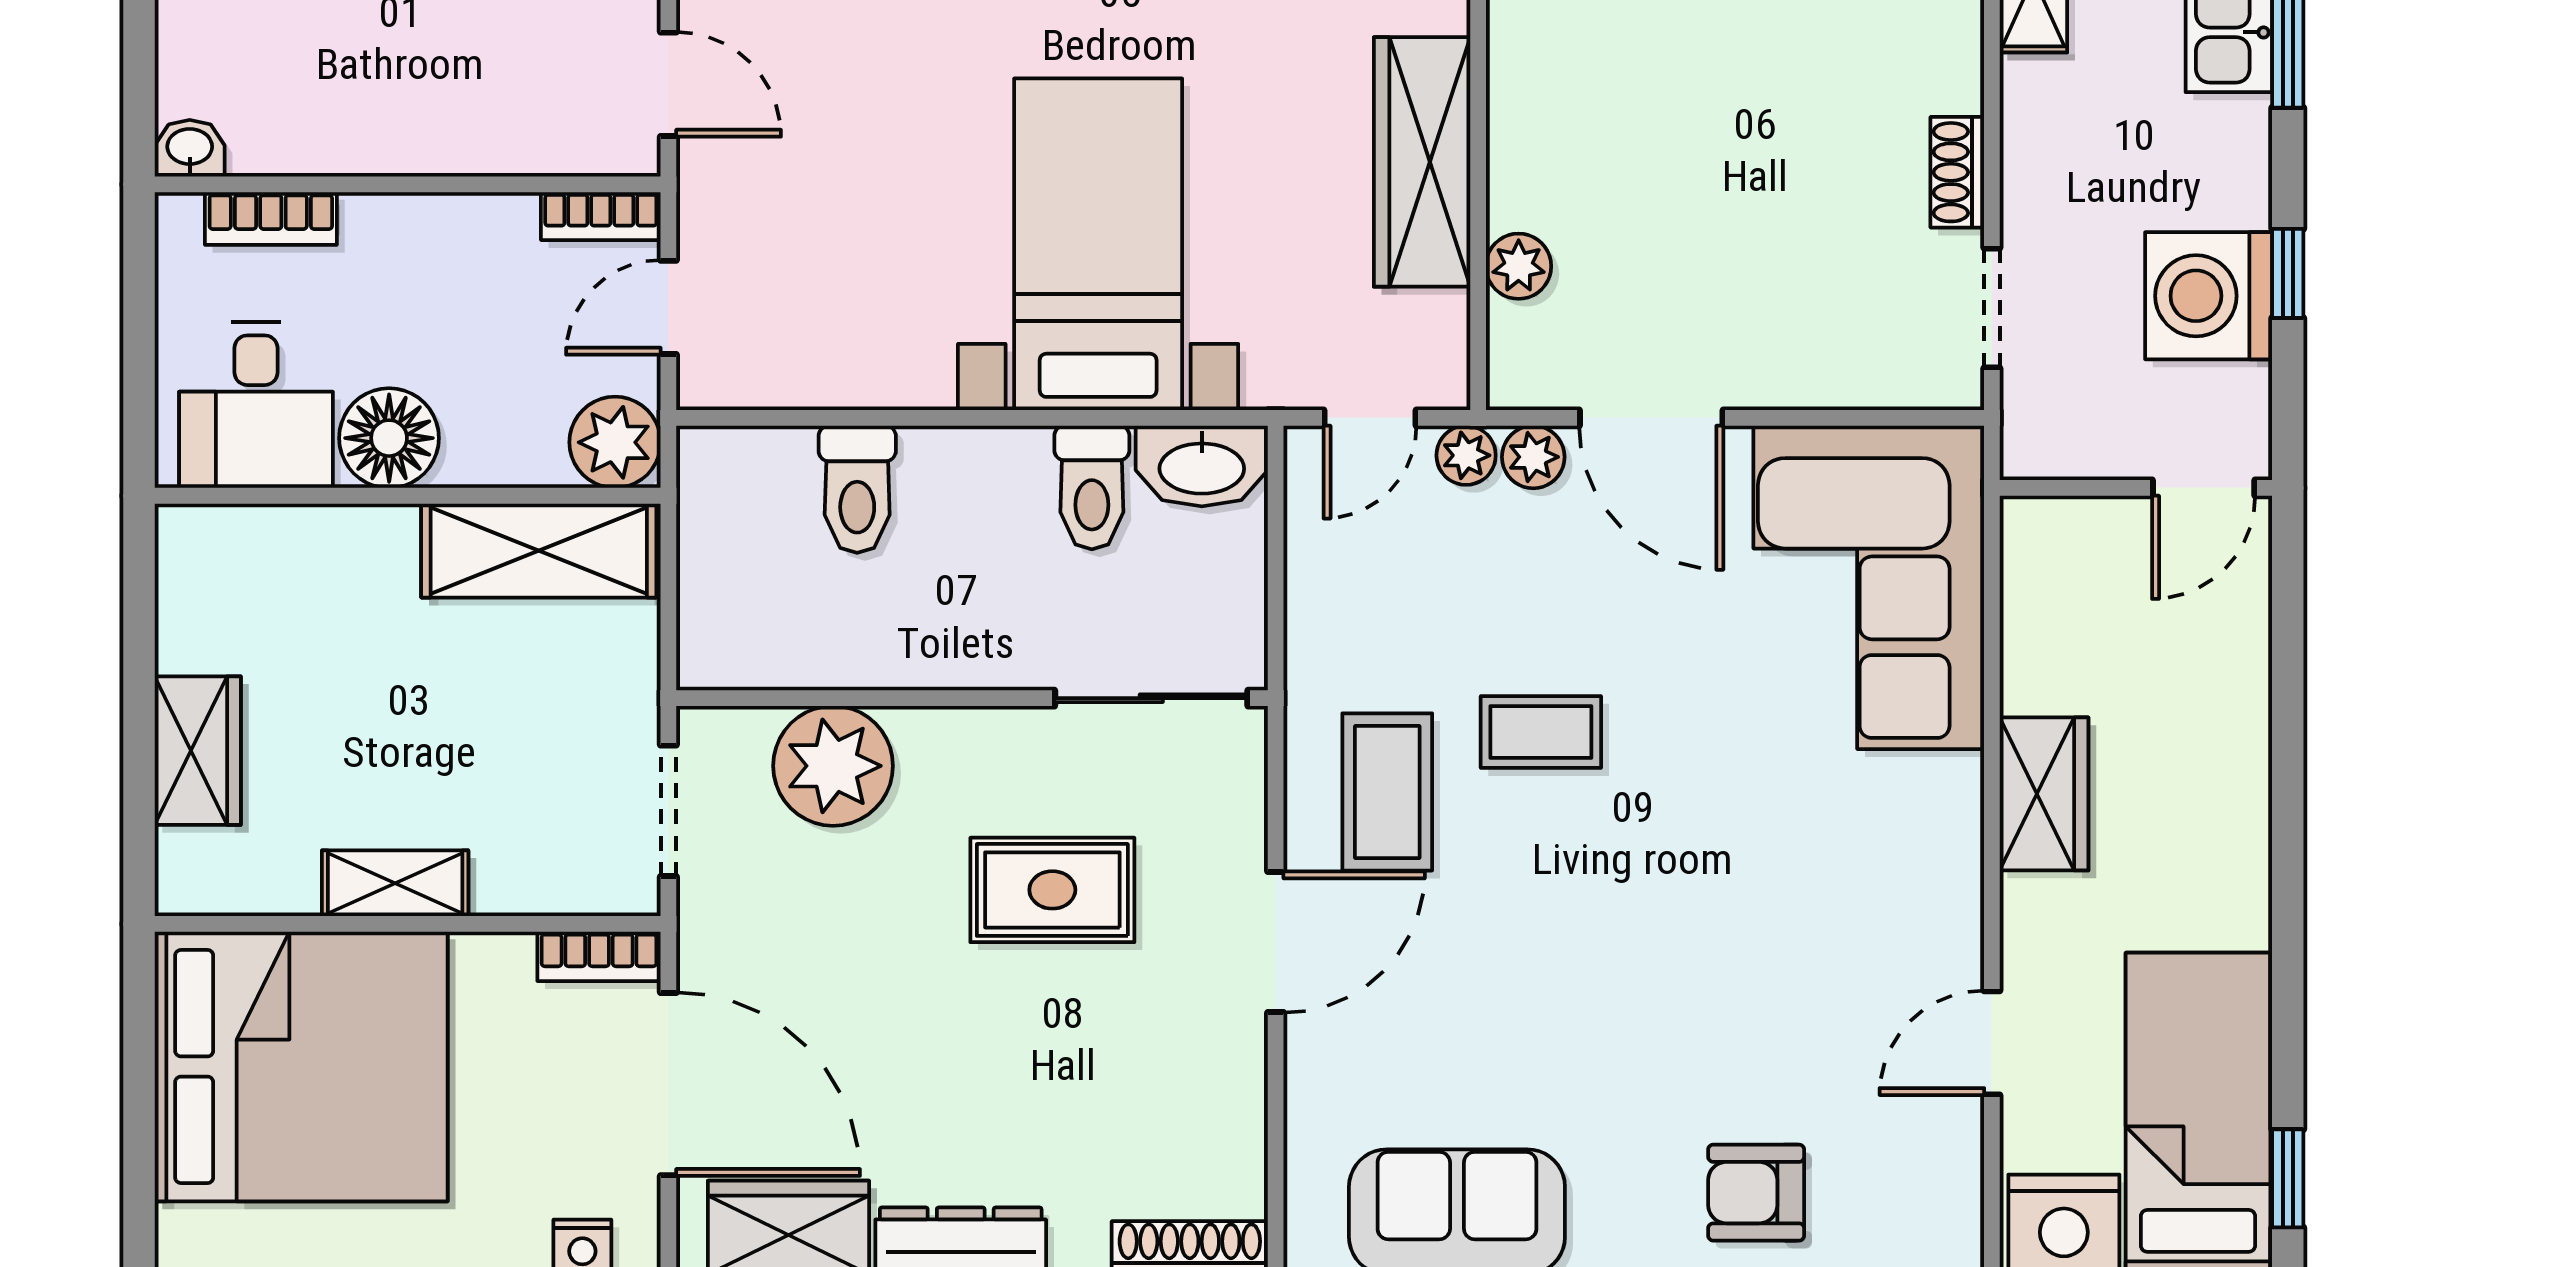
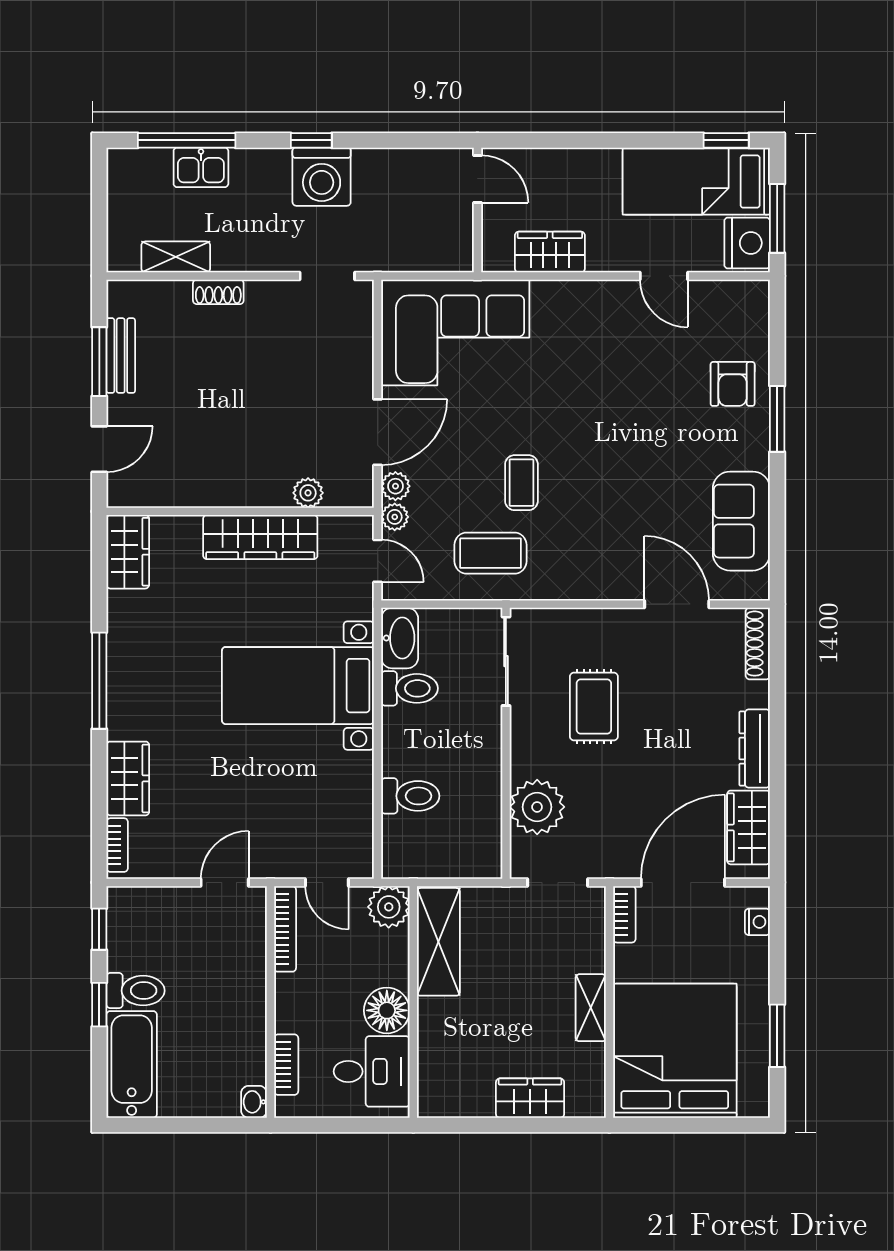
shoe rack: (1957, 172) -> (218, 292), moved
bookcase: (601, 216) -> (285, 929), width x1.56
wall: (2136, 488) -> (477, 210), moved
door: (2204, 488) -> (477, 179), moved
coffee table: (1387, 792) -> (491, 553), moved
door: (1276, 942) -> (677, 604), moved

